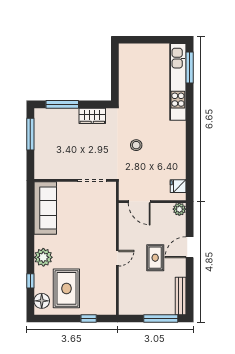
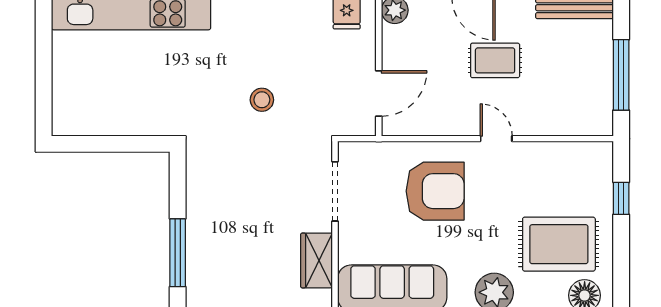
wardrobe: (92, 116) -> (316, 260), moved, turned 180
armchair: (92, 229) -> (435, 191), added
window: (161, 319) -> (621, 75), moved

